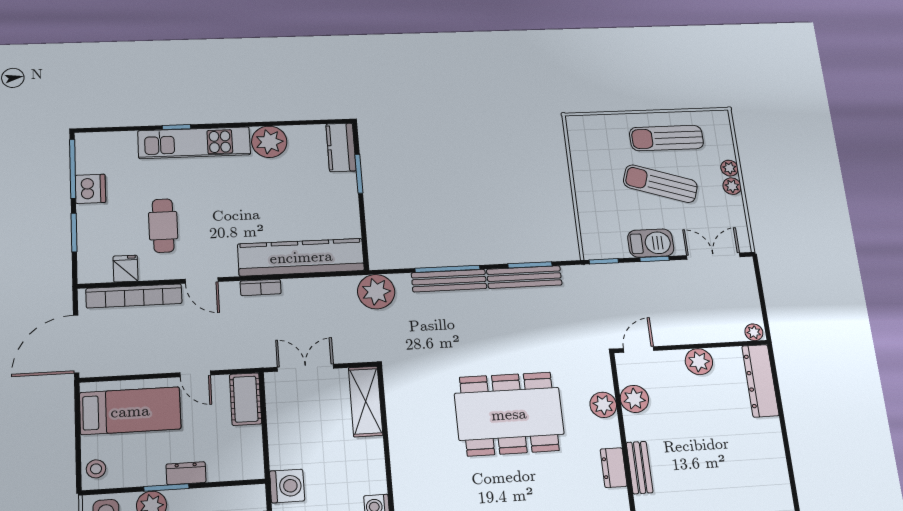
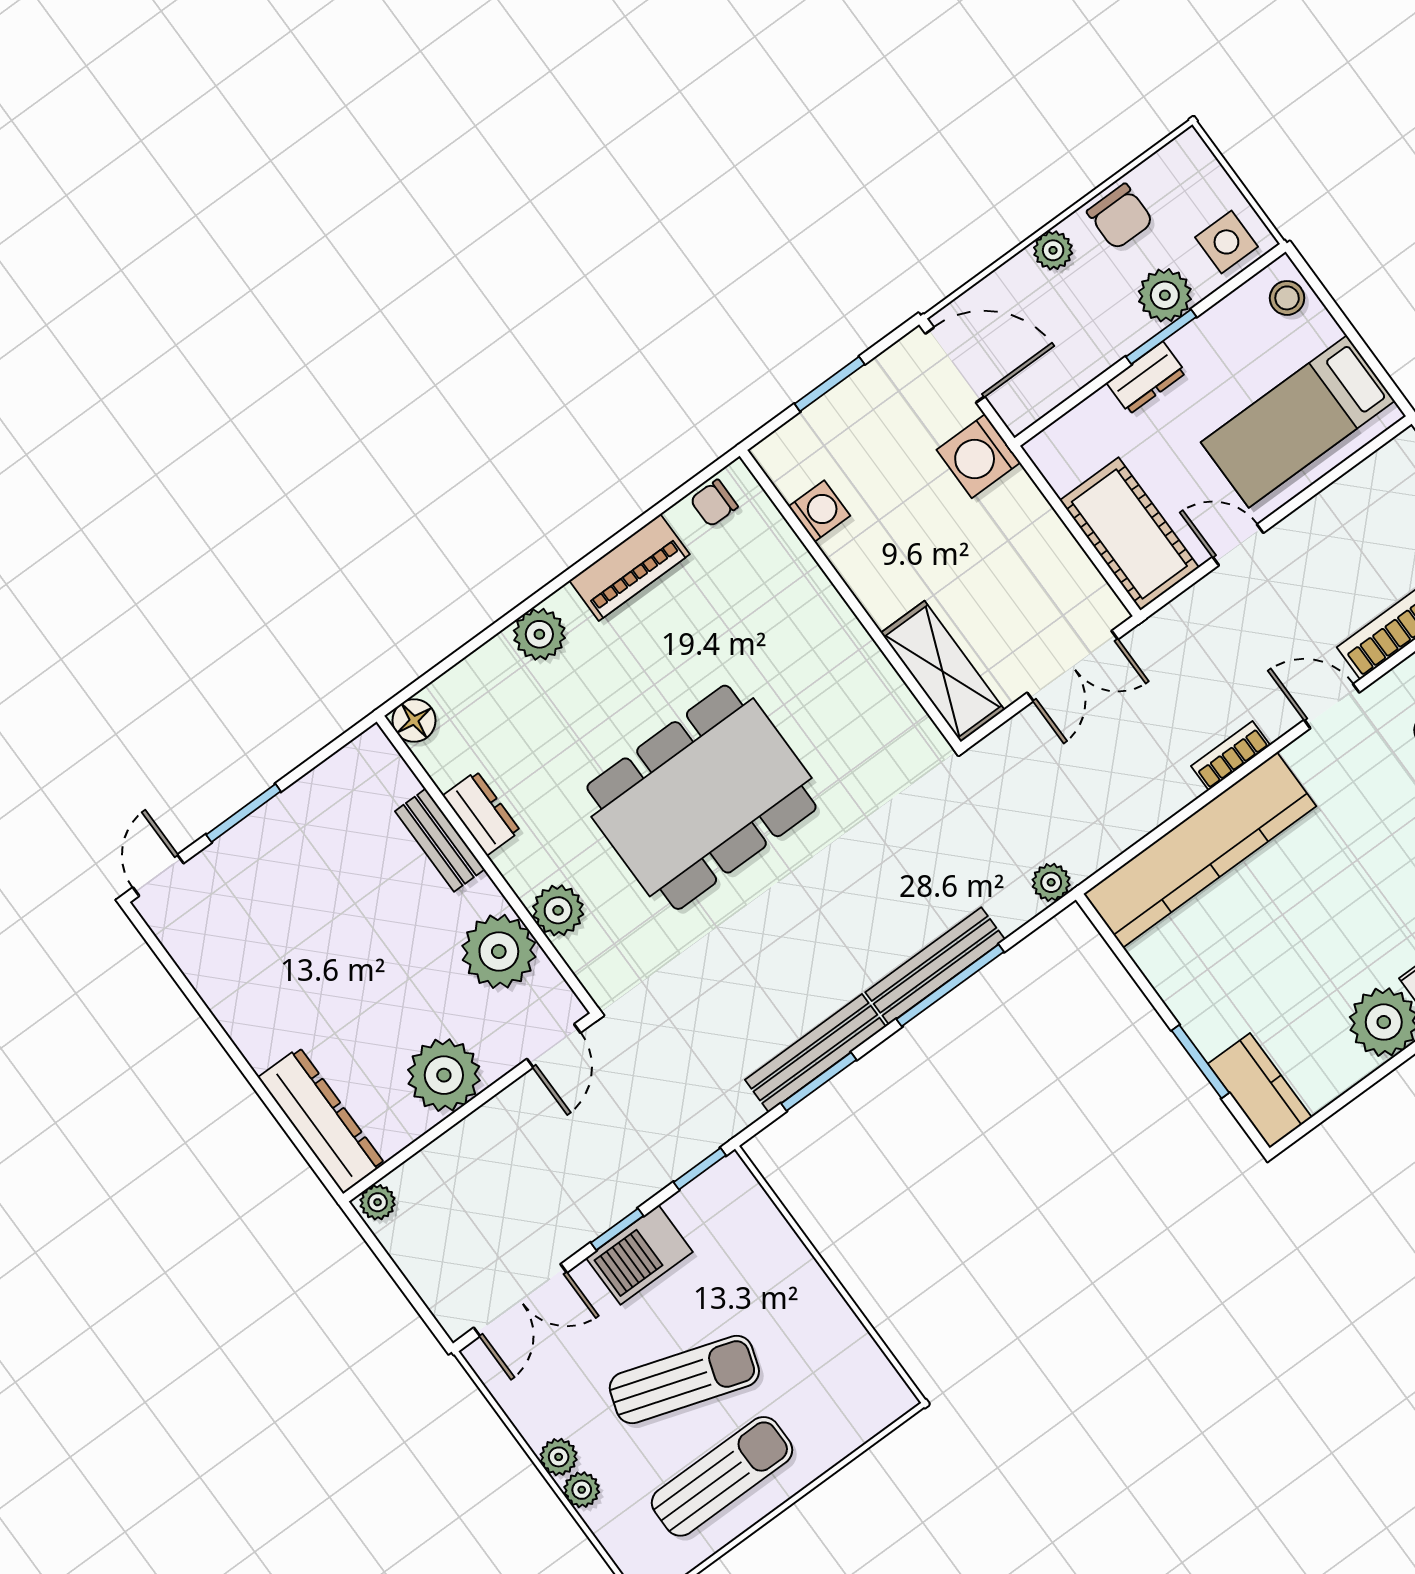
plant: (376, 292) -> (1051, 882), width x0.53, depth x0.53
plant: (699, 362) -> (444, 1075), width x1.36, depth x1.36
cot: (246, 399) -> (1129, 534), width x1.37, depth x1.34
plant: (634, 399) -> (499, 951), width x1.36, depth x1.36

